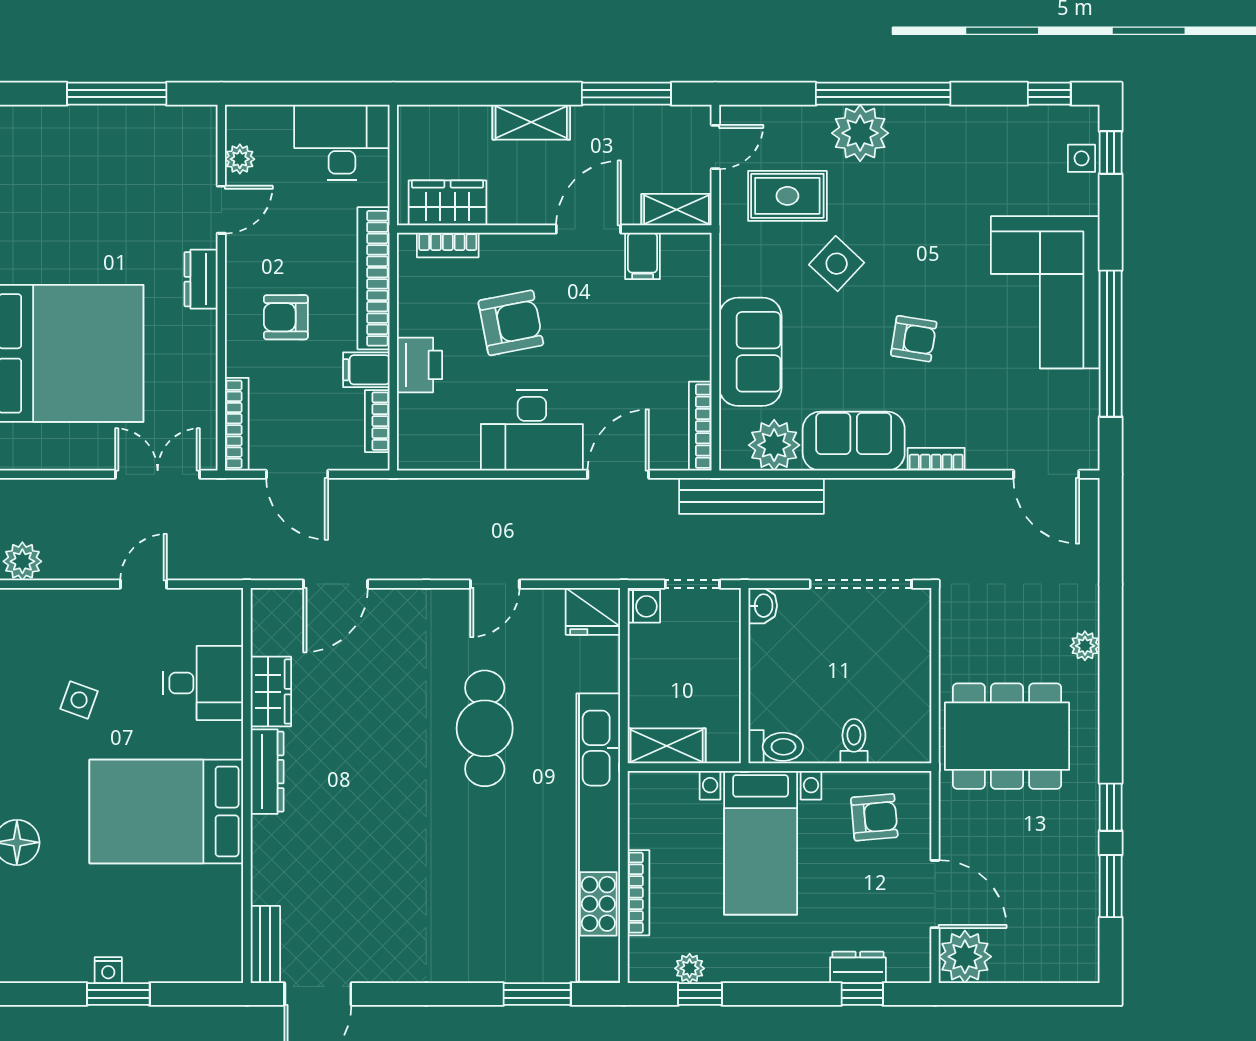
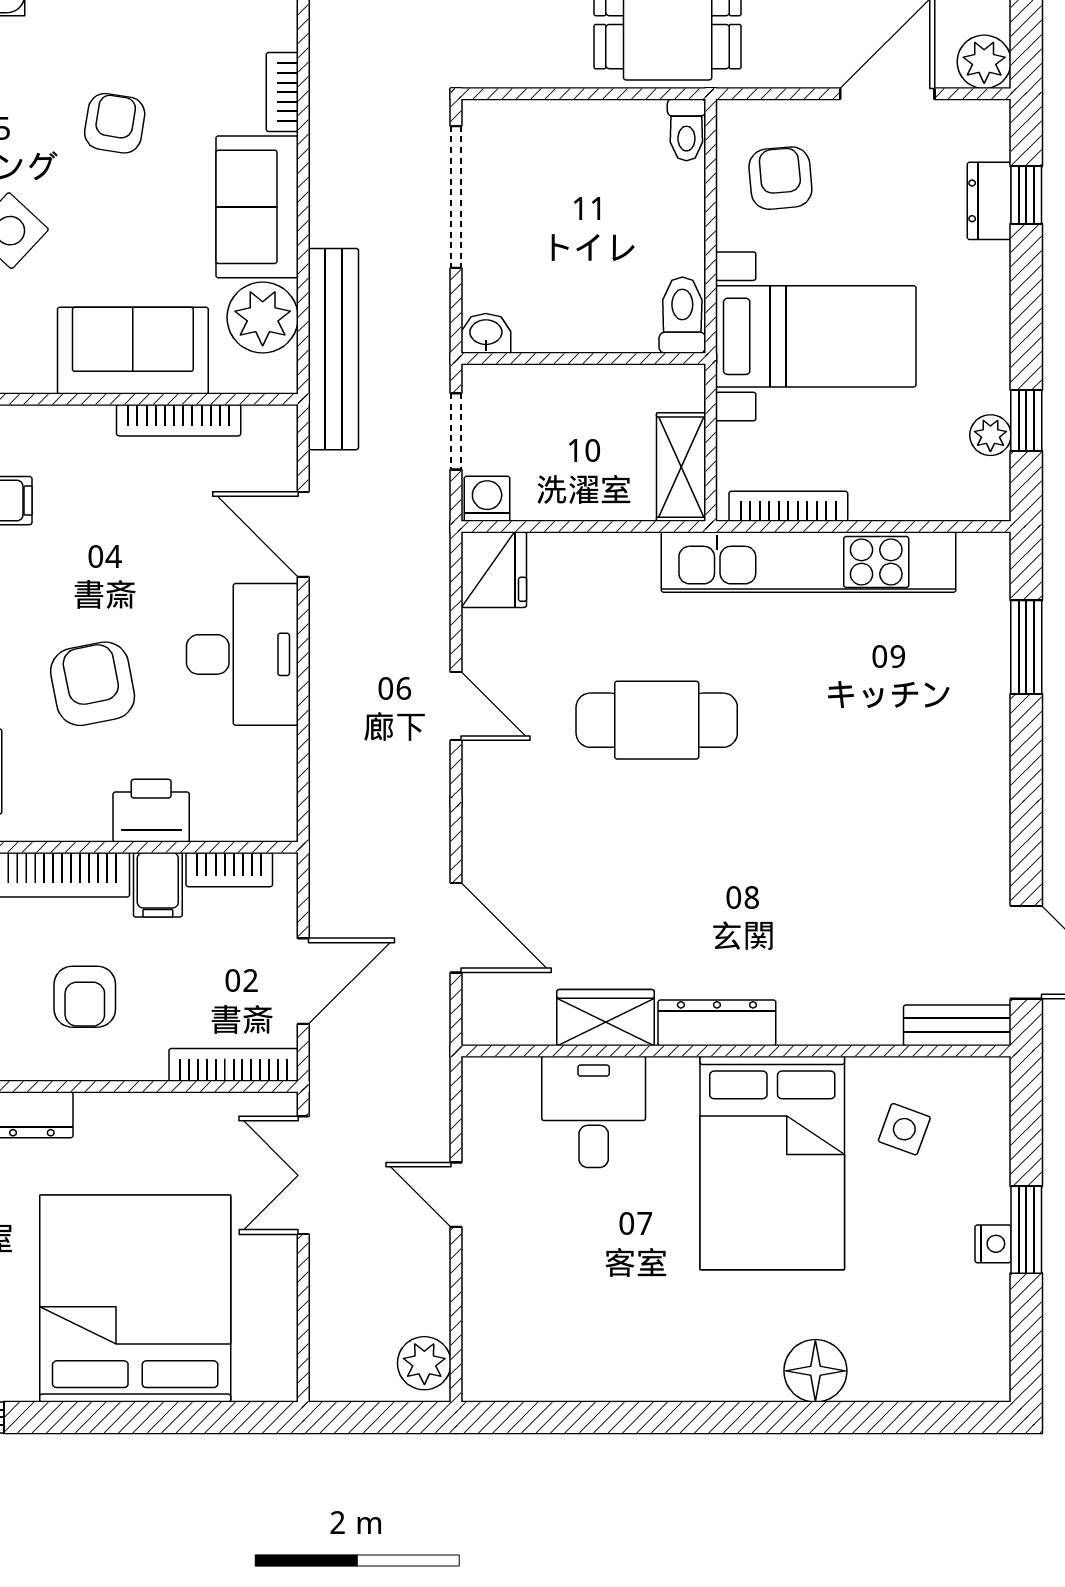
bookcase: (700, 426) -> (179, 420), moved
side table: (79, 700) -> (904, 1129), moved
toilet: (854, 741) -> (686, 130), moved, turned -90
kitchen unit: (598, 837) -> (809, 562), width x0.73
bookcase: (638, 893) -> (788, 506), moved
plant: (965, 957) -> (984, 62), width x0.73, depth x0.73

